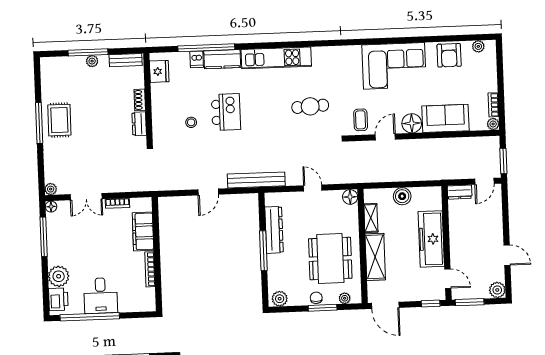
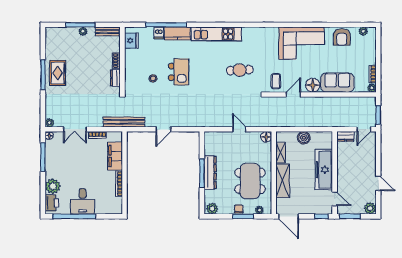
bench: (256, 180) -> (124, 122), moved
dresser: (274, 230) -> (210, 172), moved

